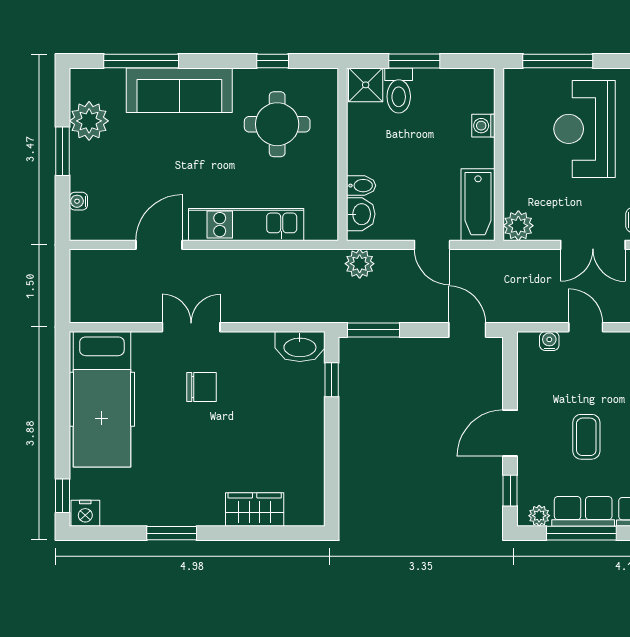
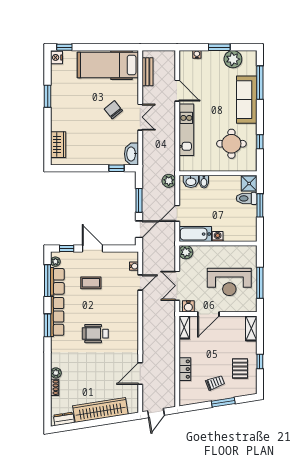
window: (558, 61) -> (260, 283), moved
washing machine: (483, 126) -> (218, 237), moved
reception desk: (585, 129) -> (229, 282), turned 180
bench: (117, 311) -> (147, 72), added
double door: (191, 327) -> (140, 117), moved
window: (373, 330) -> (139, 200), moved
chair: (202, 387) -> (113, 110), turned 141
wardrobe: (255, 510) -> (58, 145), moved

